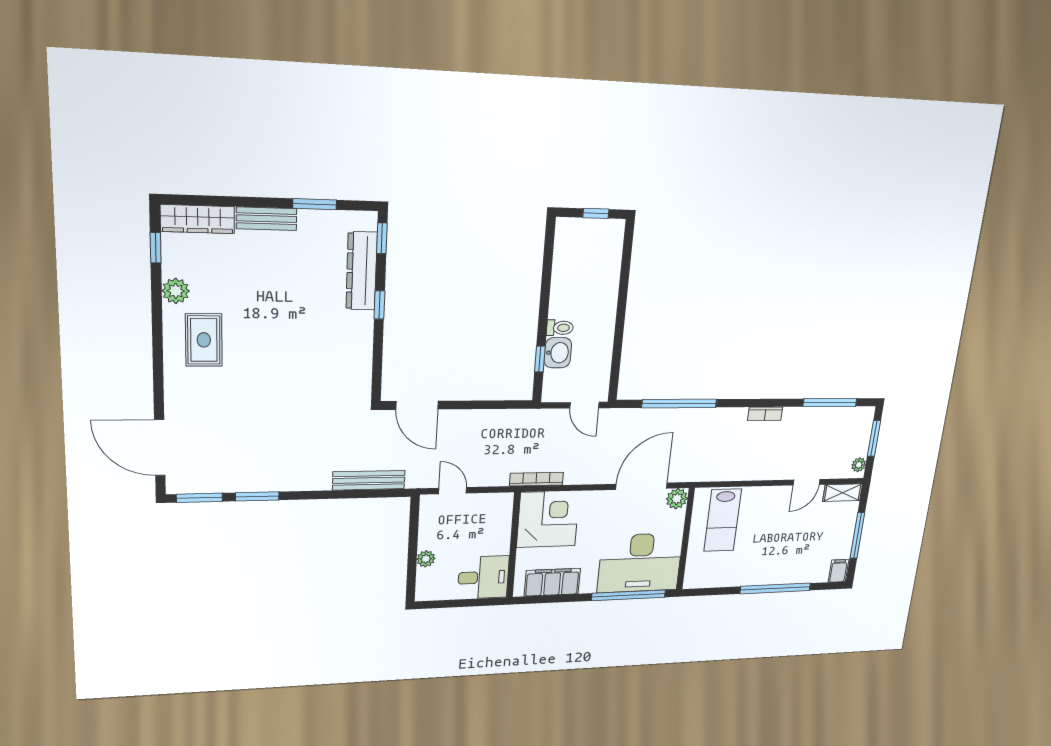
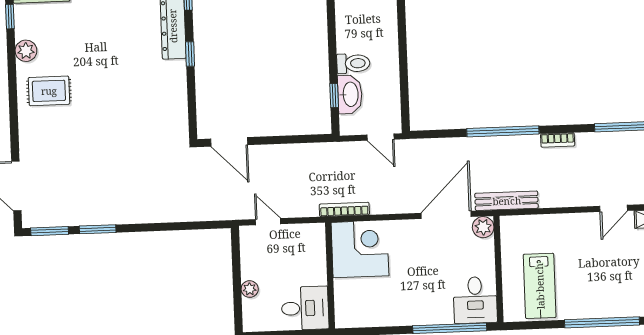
toilet: (560, 328) -> (353, 63), width x1.37, depth x1.39
rug: (204, 340) -> (49, 91), turned 90
washbasin: (558, 353) -> (350, 94), width x1.38
window: (679, 404) -> (503, 131), moved
bench: (369, 480) -> (507, 201), moved
lab bench: (723, 520) -> (540, 286), moved
desk: (640, 563) -> (475, 300), width x0.53, depth x0.77
filing cabinet: (552, 582) -> (372, 314), removed

